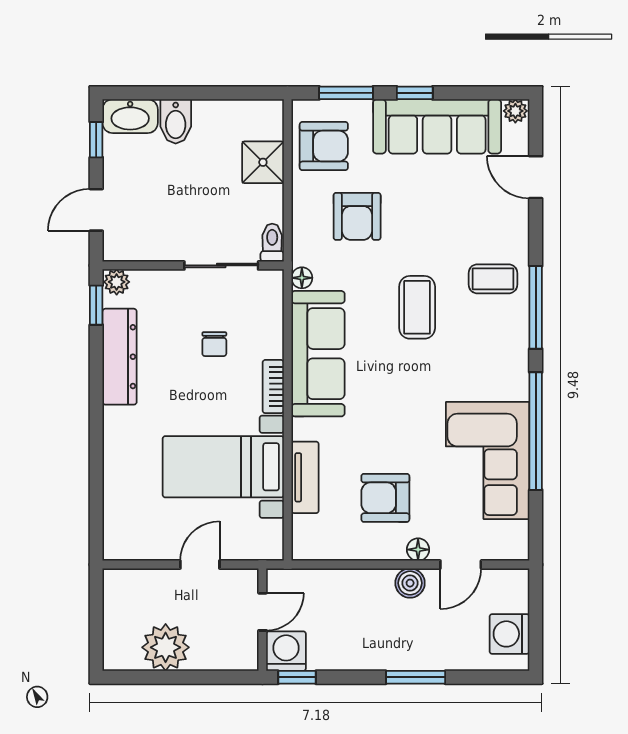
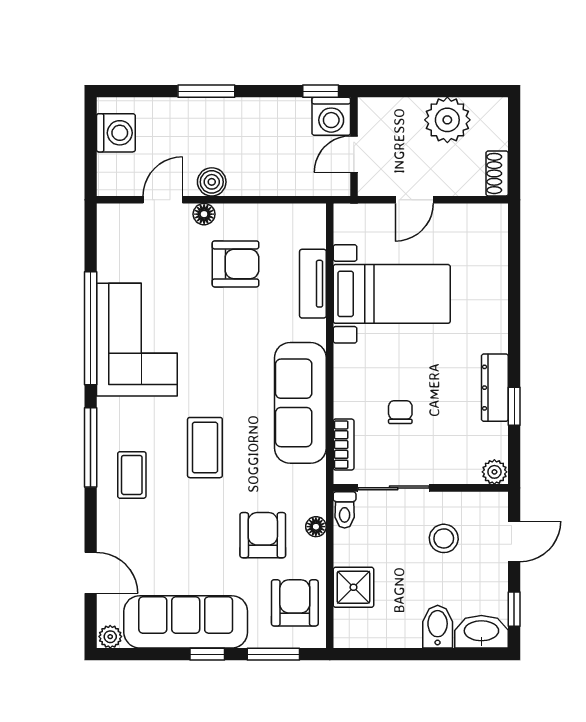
armchair: (324, 146) -> (295, 603), turned 90
stool: (169, 213) -> (444, 538), added
floor lamp: (302, 278) -> (316, 527), moved
coffee table: (493, 279) -> (132, 475), turned 90
window: (96, 305) -> (514, 406), moved
dresser: (120, 357) -> (495, 388), width x0.73, depth x0.80
bookcase: (273, 387) -> (344, 445), moved
corner sofa: (488, 461) -> (137, 340), moved
shoe rack: (114, 592) -> (497, 173), added

